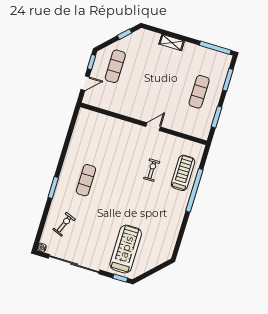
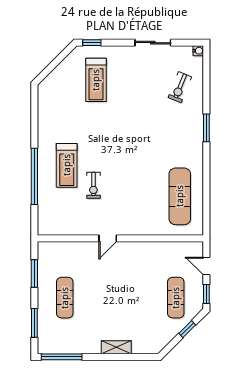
window: (125, 34) -> (187, 329), moved
door: (85, 83) -> (206, 266), hinge flipped
treadmill: (183, 173) -> (67, 165), moved
exercise mat: (86, 180) -> (180, 196), moved, width x1.36, depth x1.45
treadmill: (126, 249) -> (96, 80), width x0.73, depth x0.73
sliding door: (74, 264) -> (153, 43), width x0.54

